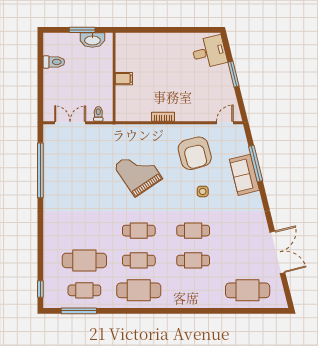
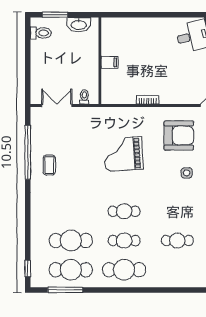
window: (82, 30) -> (55, 15), moved
toilet: (54, 62) -> (41, 33), moved
armchair: (195, 153) -> (179, 135), turned -75
grand piano: (138, 172) -> (123, 154), turned -60
coffee table: (62, 183) -> (49, 165), added
cafe table: (193, 231) -> (177, 211), removed
cafe table: (84, 290) -> (71, 270), width x1.37, depth x1.35

